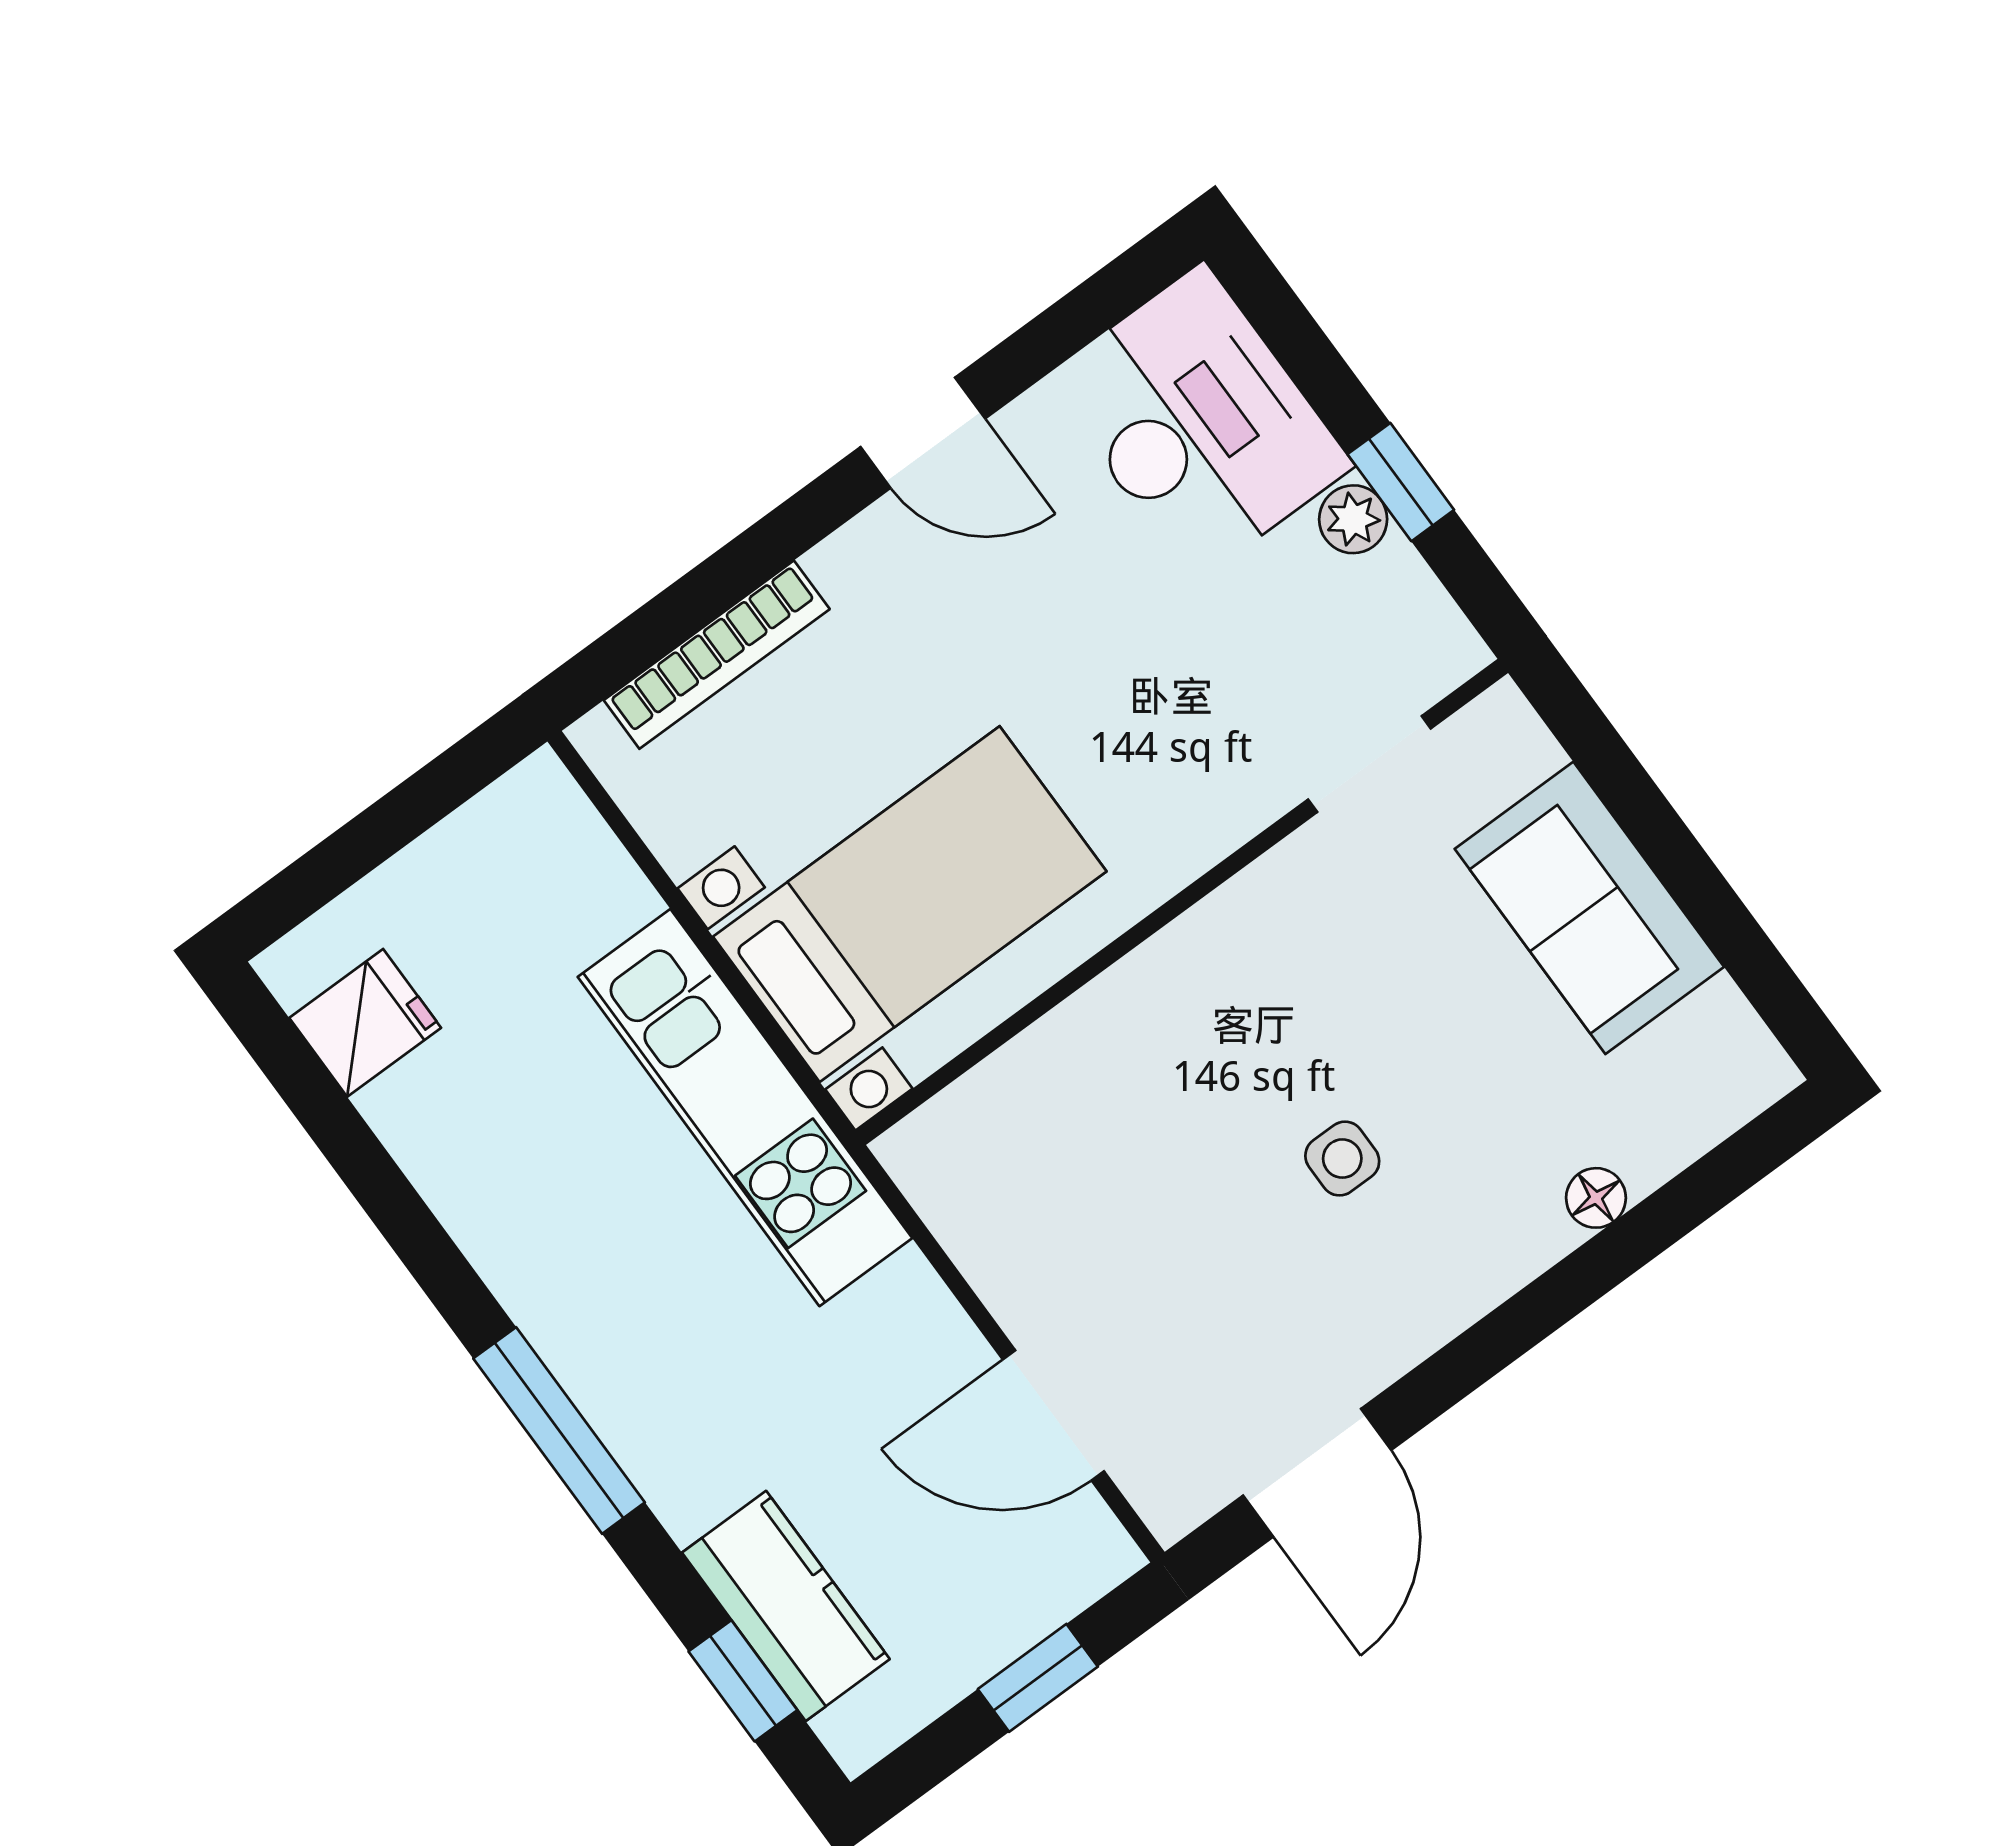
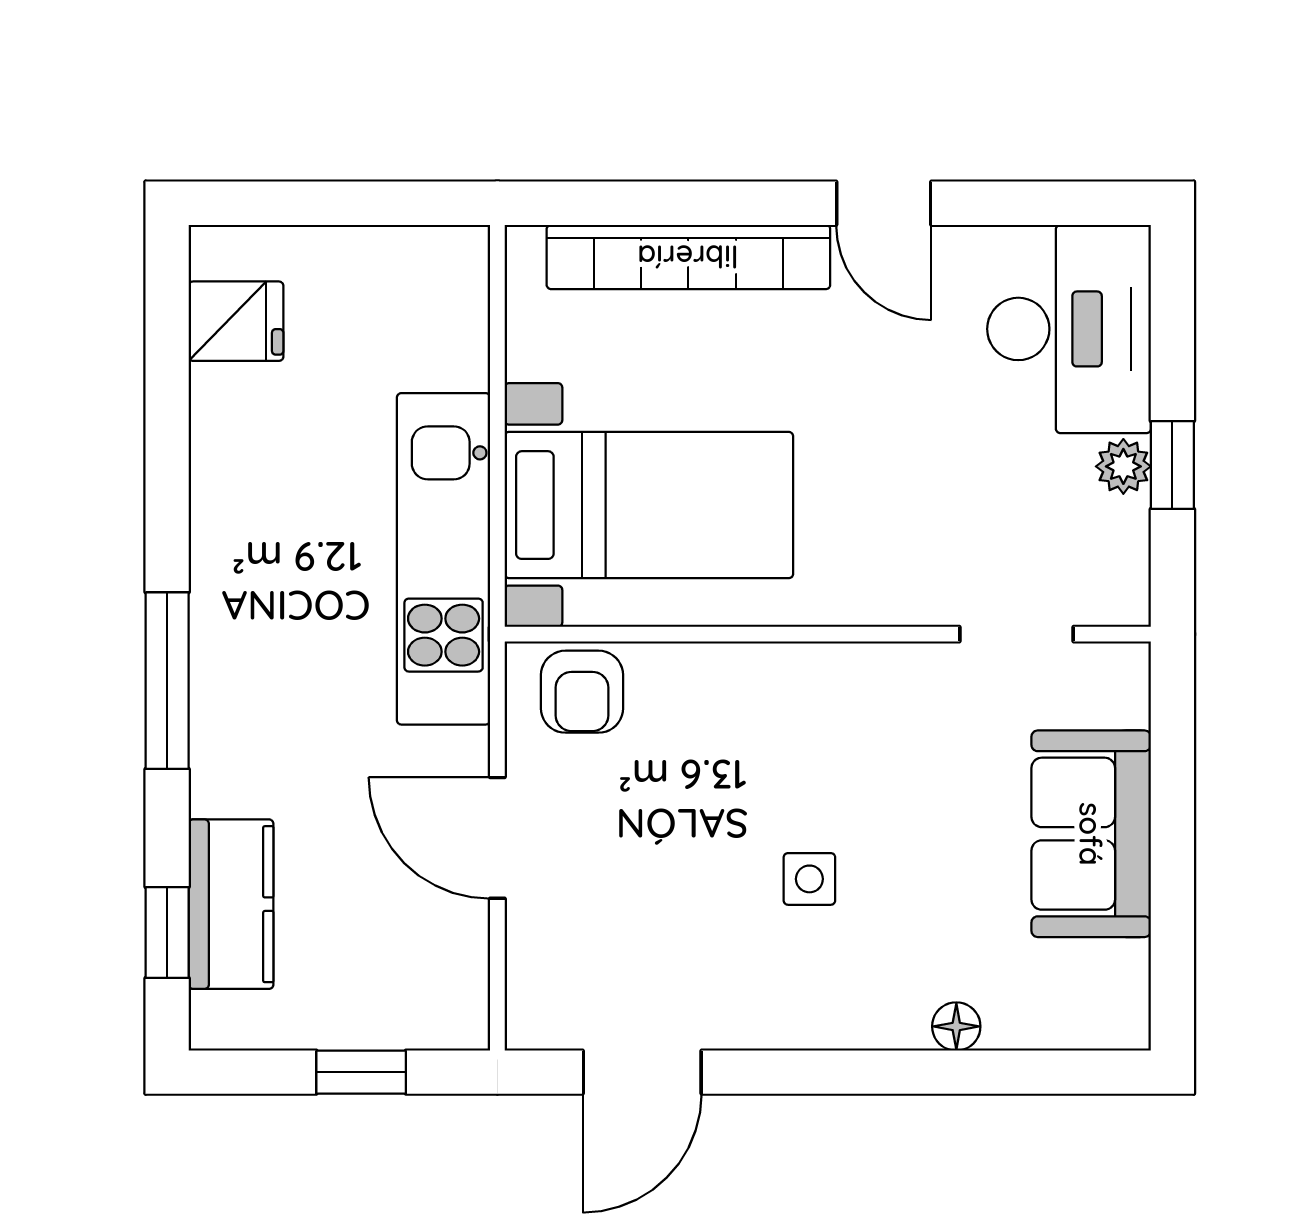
bookcase: (717, 655) -> (688, 257), width x1.48, depth x1.31
armchair: (980, 1138) -> (582, 692), added
door: (1053, 1415) -> (497, 838), moved

